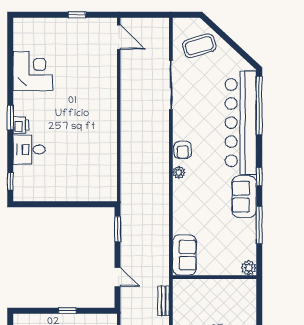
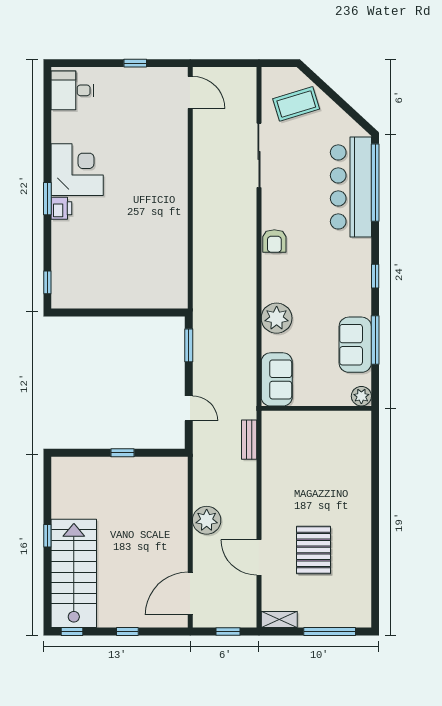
corner desk: (33, 71) -> (77, 170), moved
bar counter: (241, 123) -> (351, 187), width x0.73
desk: (29, 150) -> (72, 90), moved
plant: (179, 172) -> (277, 318), moved, width x1.88, depth x1.88
sofa: (244, 197) -> (355, 345), moved

